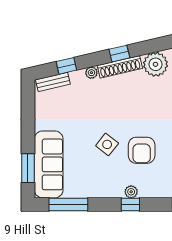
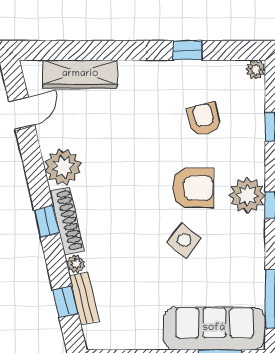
bench: (53, 82) -> (84, 298), moved
plant: (131, 192) -> (247, 195), width x1.88, depth x1.88

